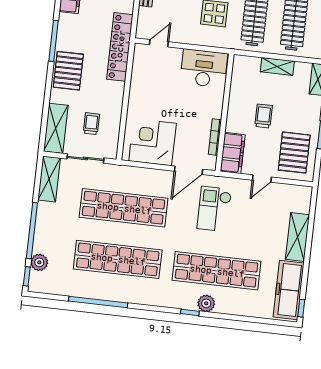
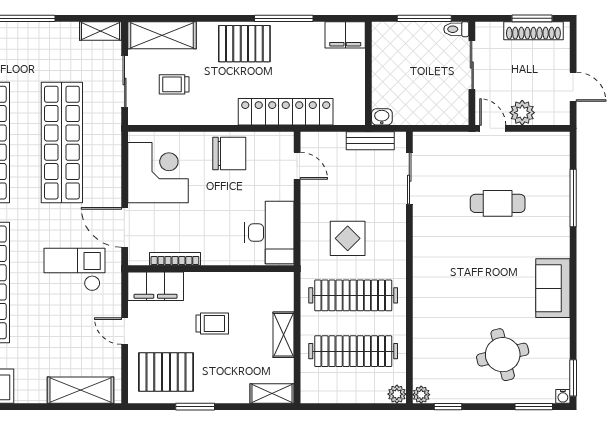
chair: (145, 90) -> (229, 153), added
trolley: (91, 124) -> (174, 84), turned 180
shelving: (49, 179) -> (101, 31), width x0.67, depth x0.75
shelving: (298, 237) -> (80, 390), moved

